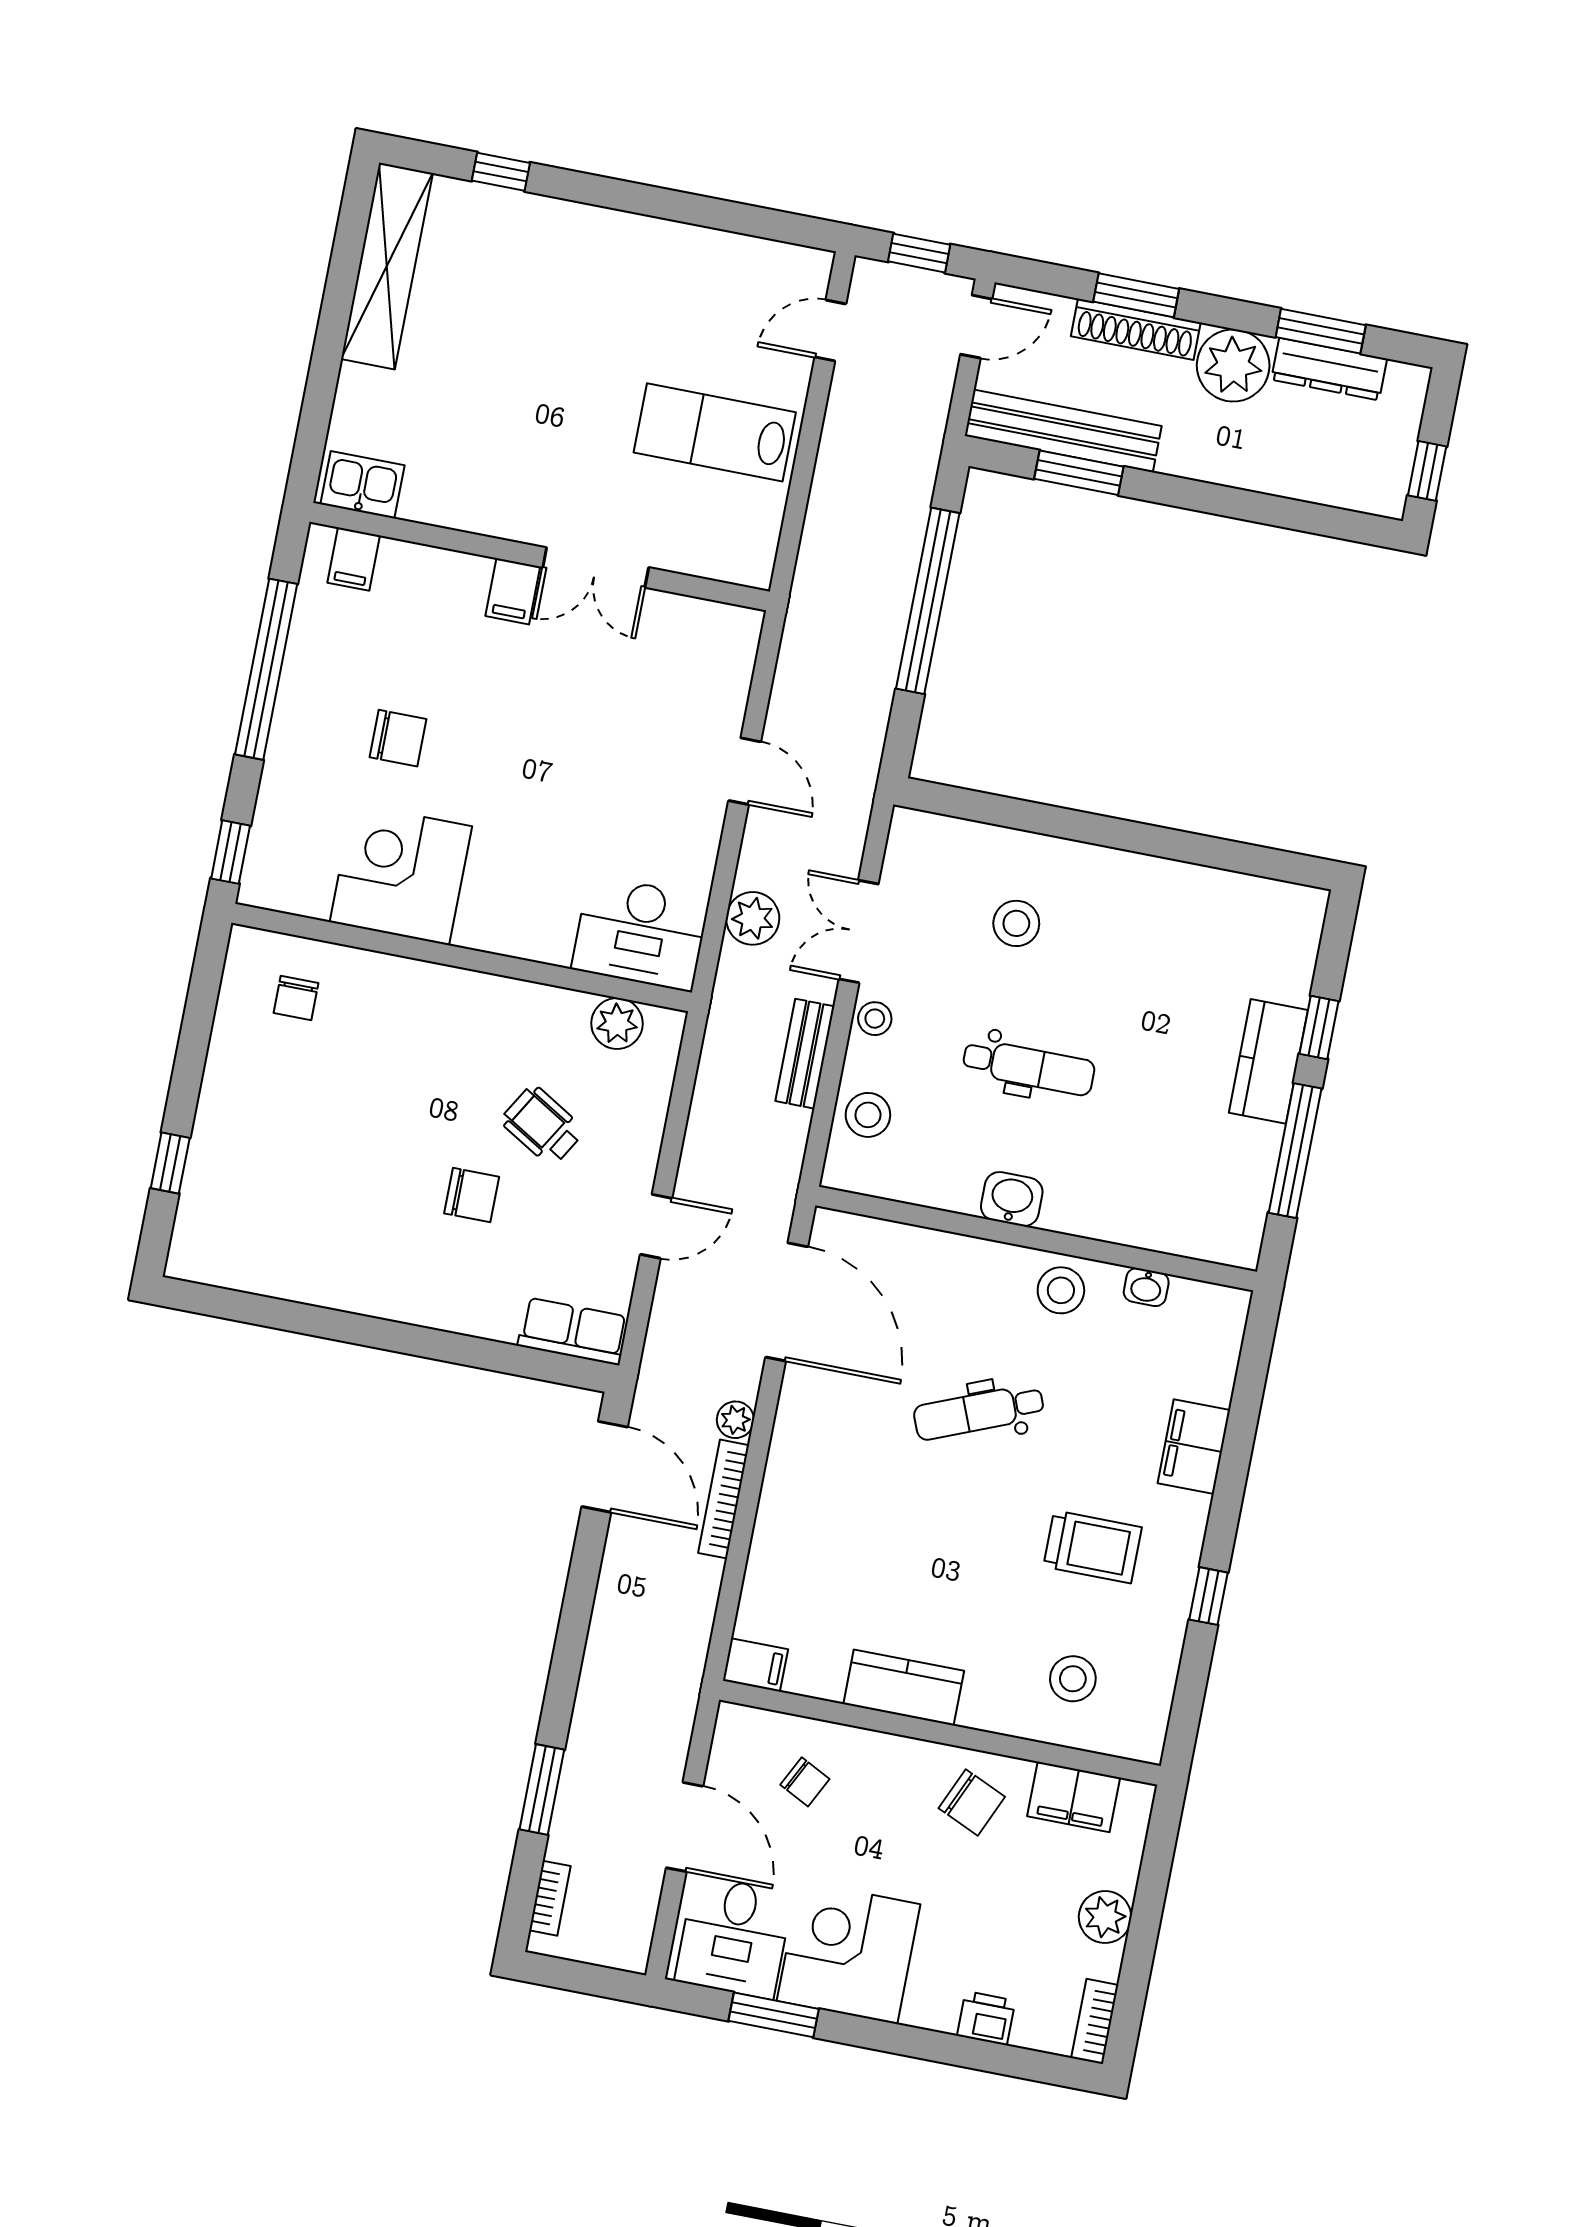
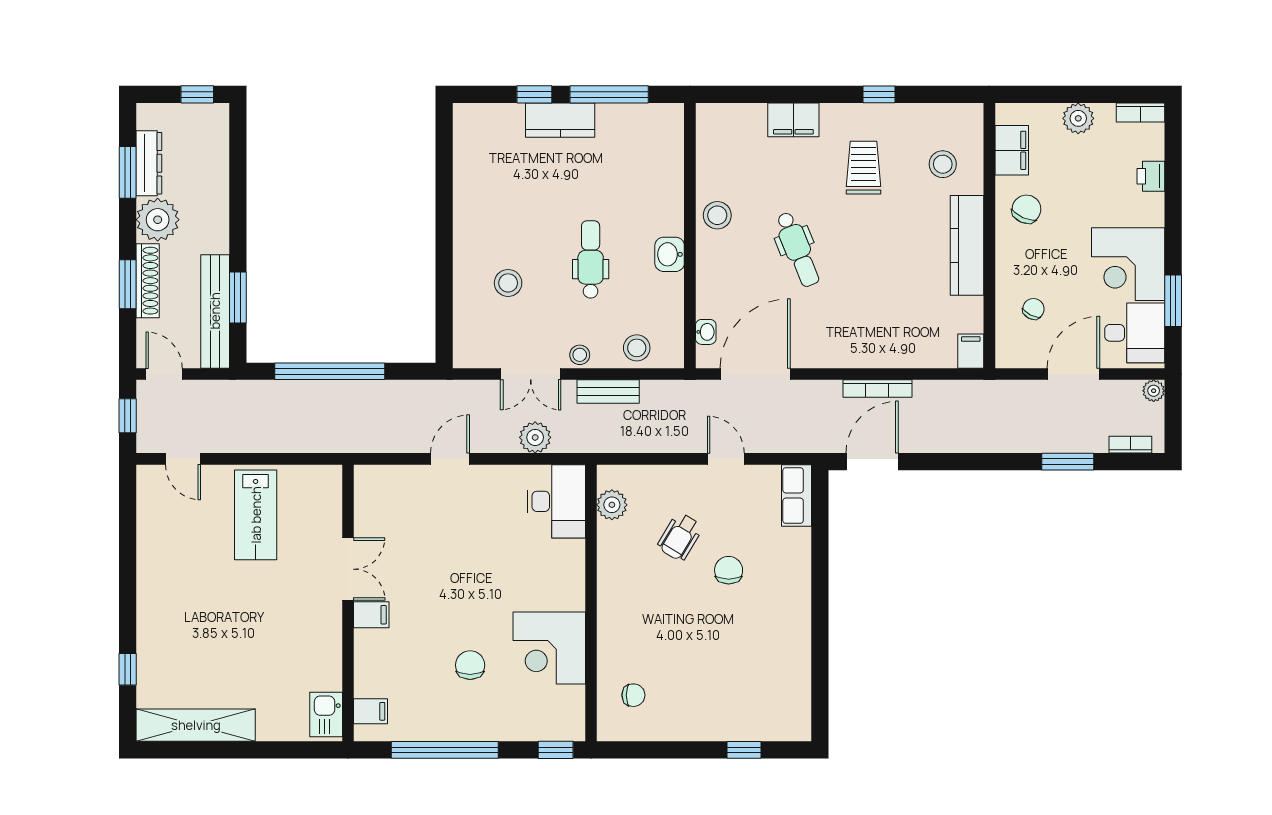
washbasin: (1146, 1287) -> (706, 332), moved
plant: (735, 1420) -> (1154, 391), moved
kitchen counter: (904, 1687) -> (967, 245), width x1.50

